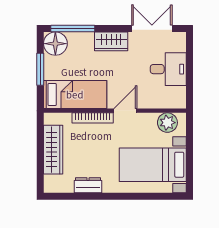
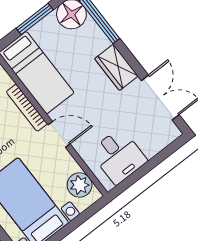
desk: (168, 69) -> (118, 156), moved

